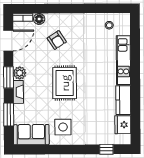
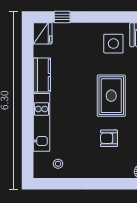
armchair: (57, 40) -> (109, 138), moved, turned -57
fridge: (123, 125) -> (43, 33), moved

